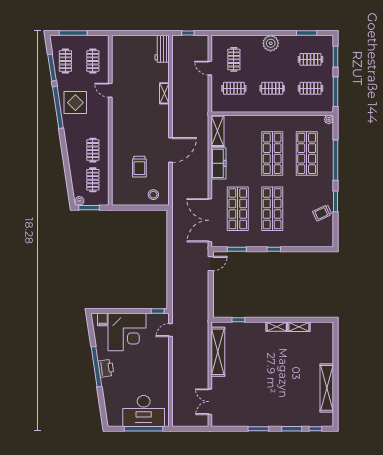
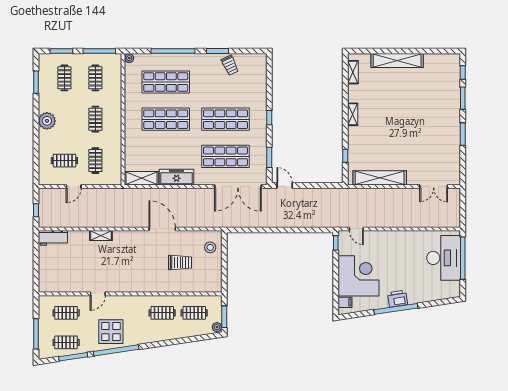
shelving: (299, 327) -> (353, 72), moved
shelving: (327, 388) -> (397, 60), moved

